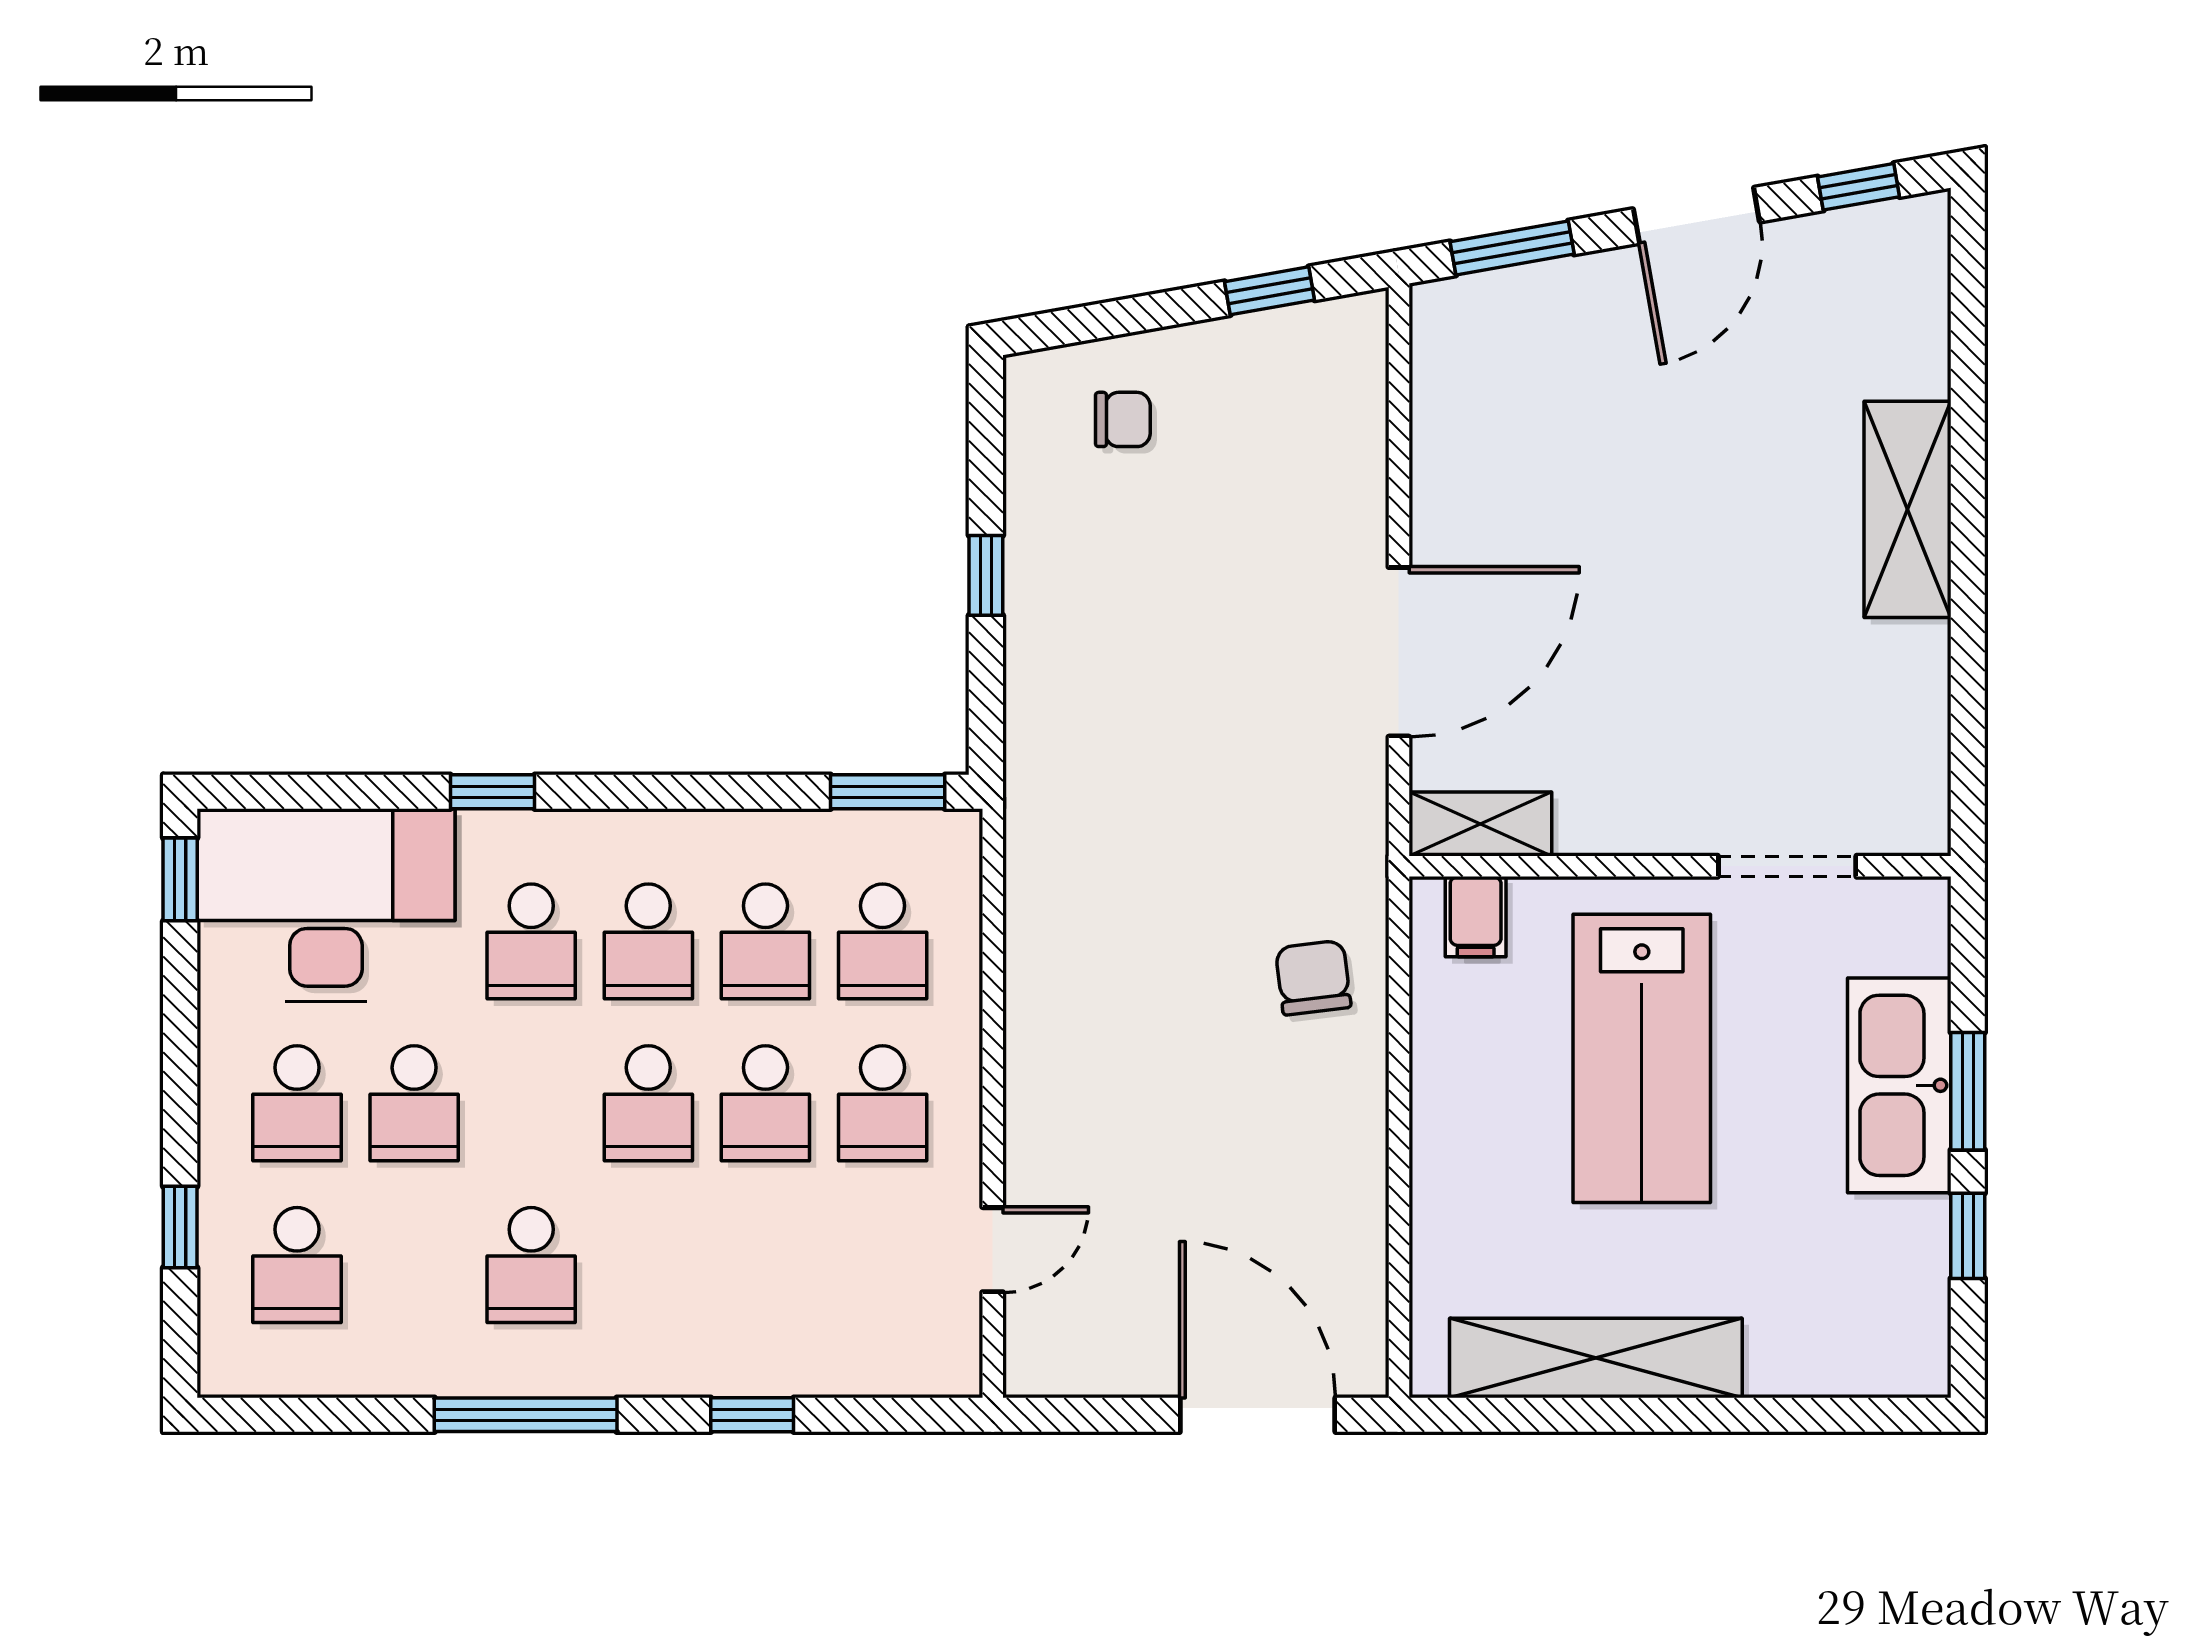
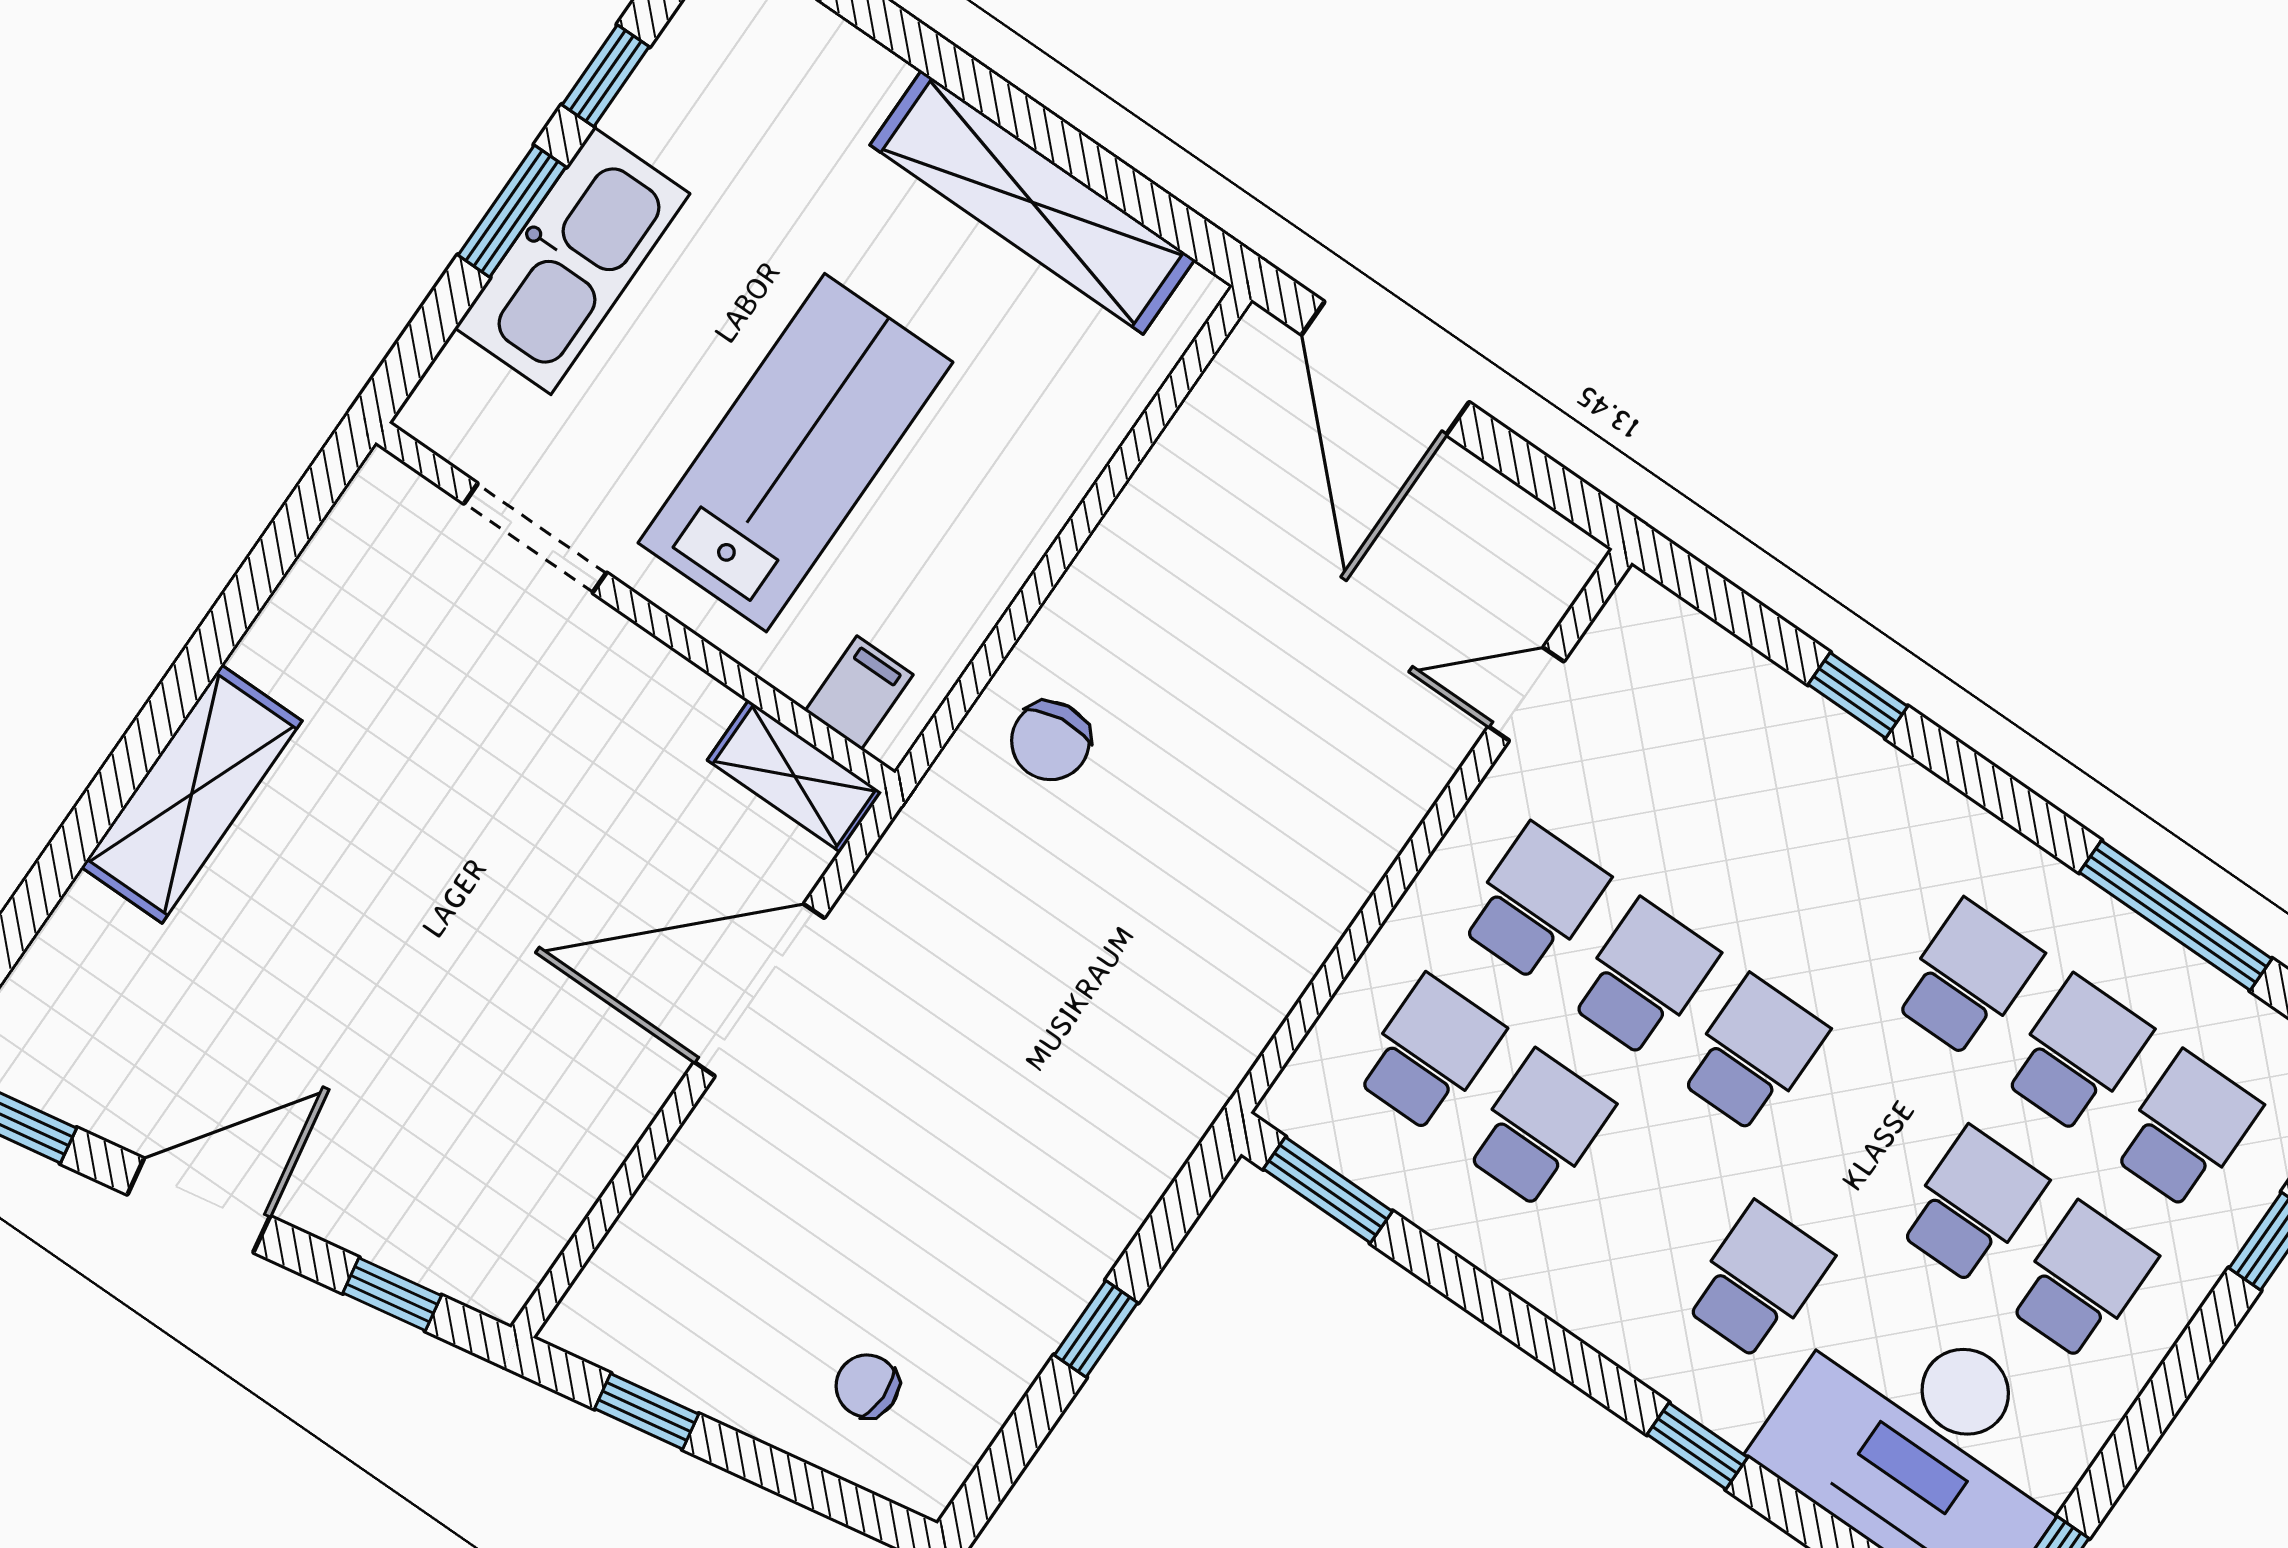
window: (1512, 248) -> (392, 1294), width x0.67
school desk: (648, 941) -> (2077, 1054), moved
window: (526, 1415) -> (2176, 916), moved

